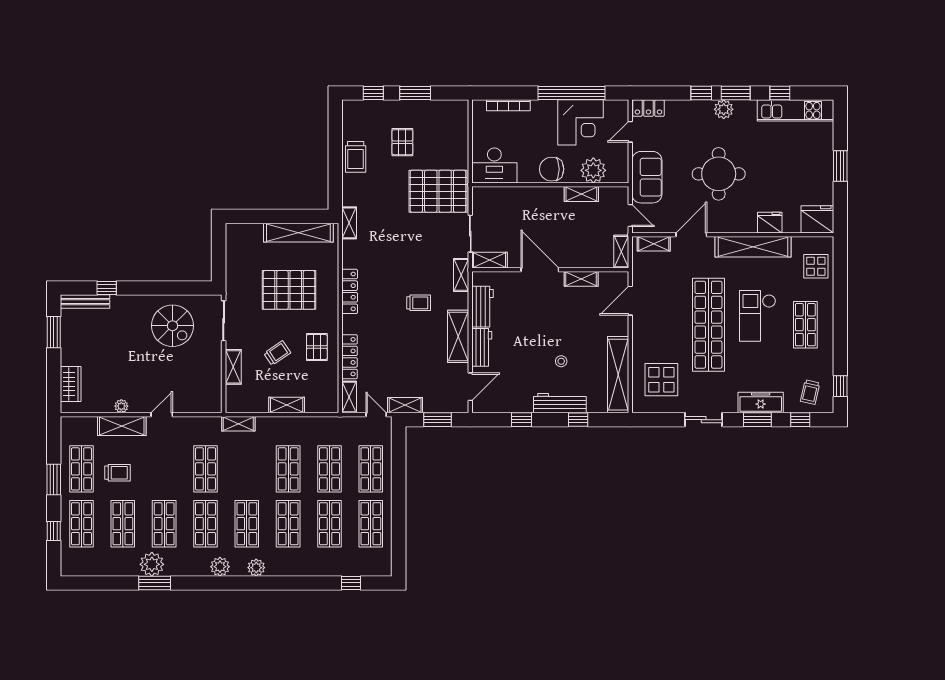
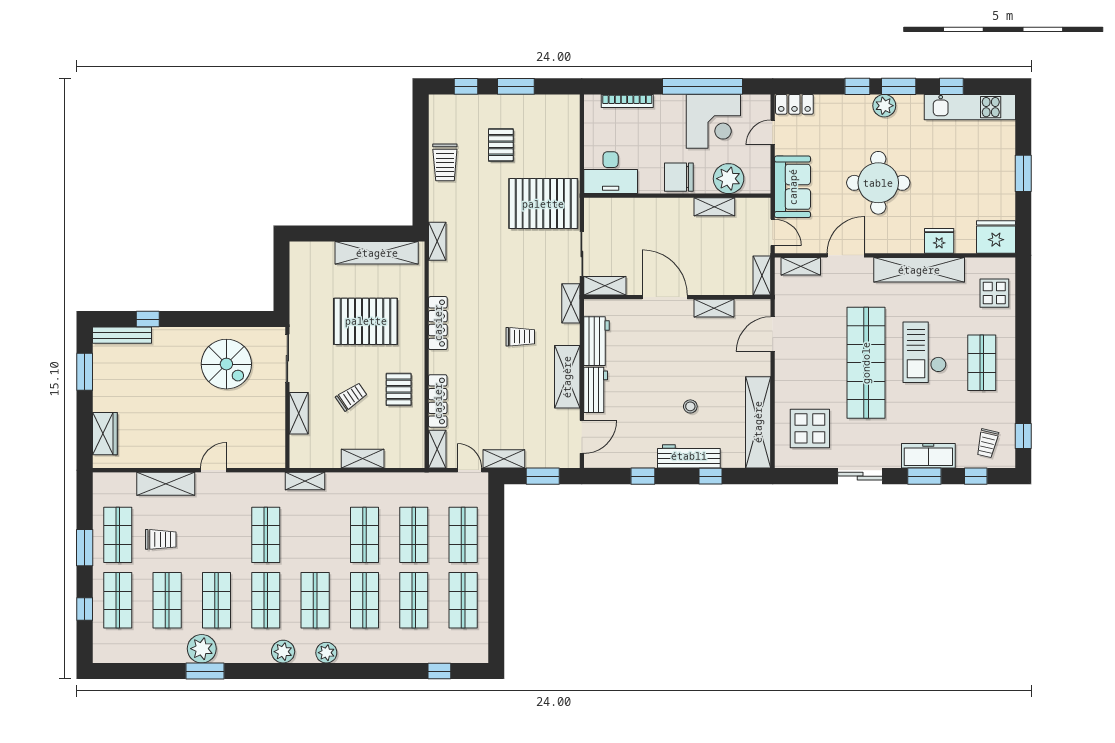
plant: (121, 406) -> (165, 460), removed

